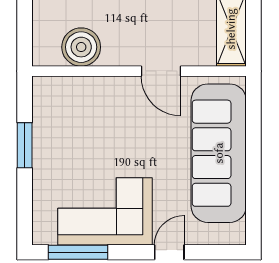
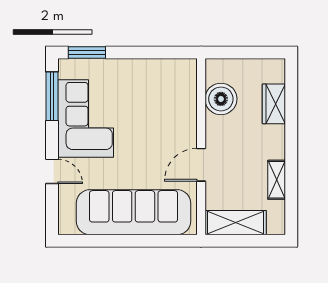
window: (25, 145) -> (87, 52), moved

